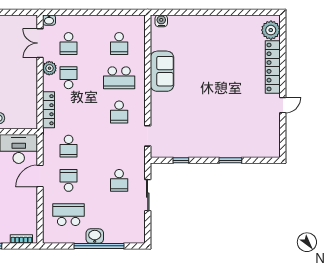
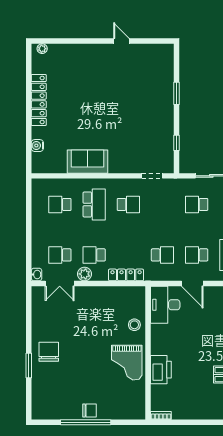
water cooler: (161, 21) -> (37, 146), moved
plant: (271, 30) -> (42, 49), width x0.53, depth x0.53
school desk: (69, 44) -> (60, 255), turned 180
school desk: (119, 44) -> (60, 204), turned 180
locker: (273, 67) -> (39, 100), moved, turned -90
school desk: (119, 180) -> (197, 204), turned 180

